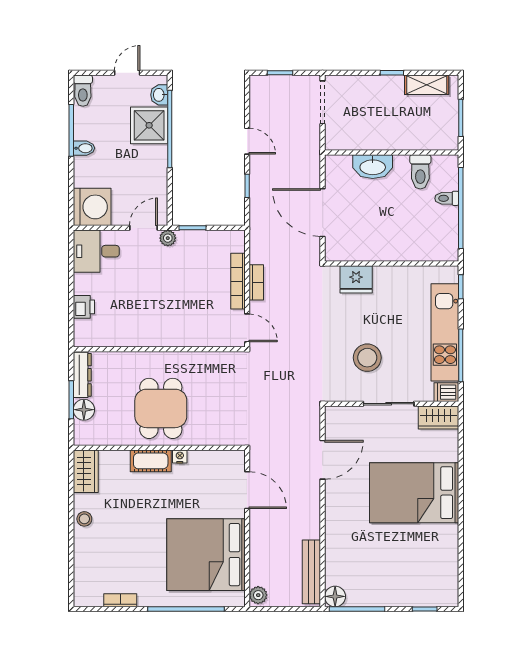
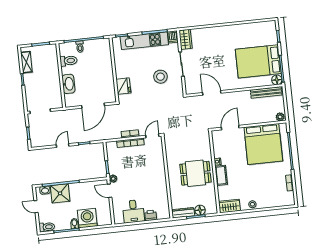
washing machine: (92, 207) -> (87, 218), moved
desk: (96, 251) -> (133, 211), moved
bed: (414, 493) -> (258, 61), moved, turned 90

